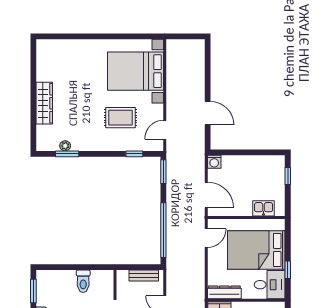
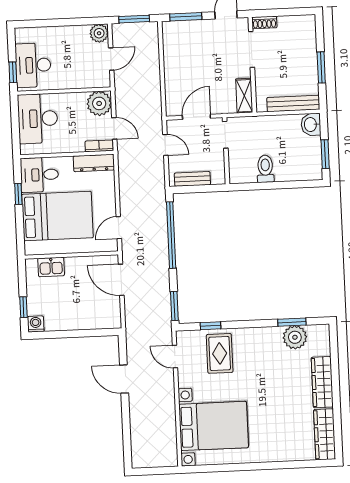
wardrobe: (44, 60) -> (325, 434), added
rug: (120, 118) -> (220, 353), moved, turned 90
door: (165, 130) -> (175, 357), swing flipped
plant: (65, 146) -> (295, 337), width x1.88, depth x1.88
washing machine: (214, 162) -> (36, 324), moved

